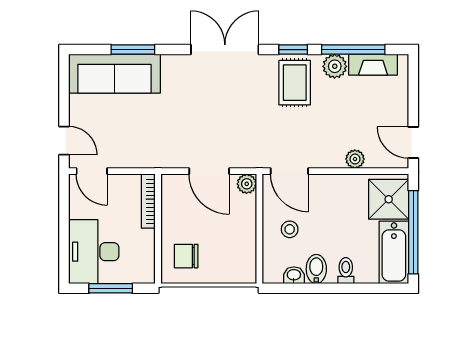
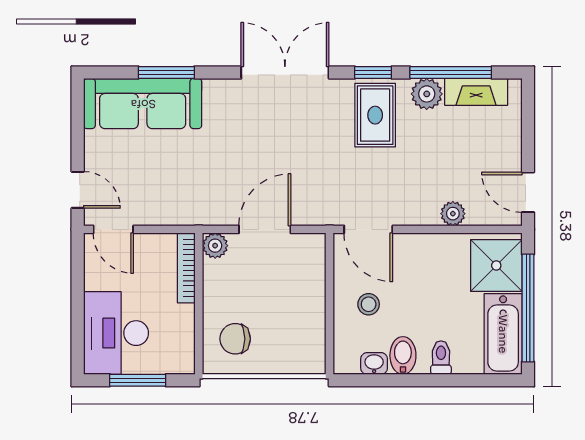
door: (209, 171) -> (265, 229), swing flipped
plant: (247, 184) -> (215, 246), moved

